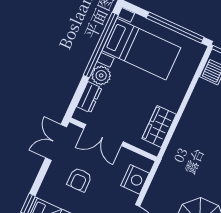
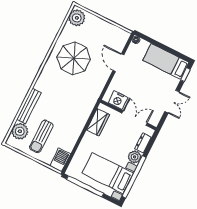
double door: (56, 142) -> (172, 102), moved
nightstand: (135, 179) -> (118, 100), moved, turned -90
armchair: (79, 180) -> (151, 89), removed

